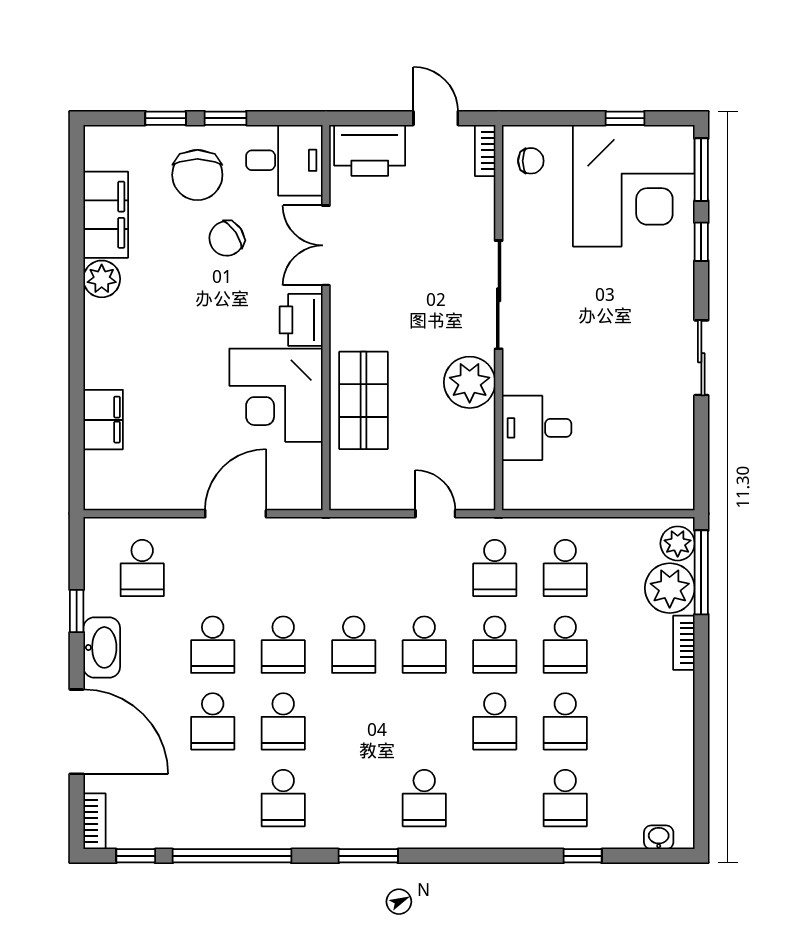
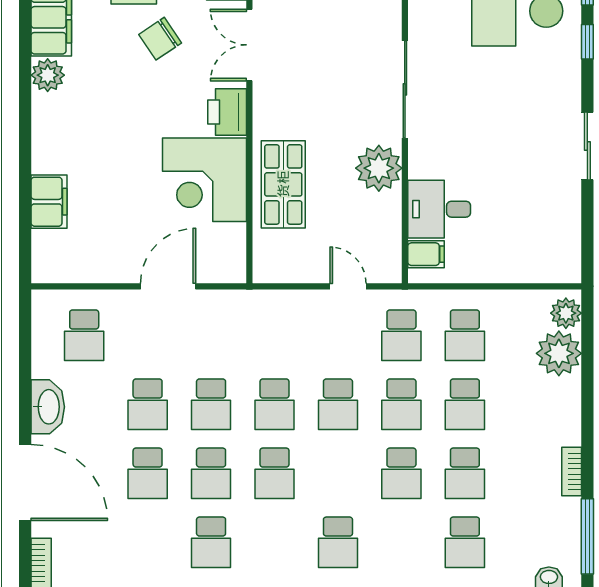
filing cabinet: (522, 478) -> (426, 254), added
window: (701, 572) -> (587, 536), moved
window: (77, 611) -> (25, 374), removed
bookcase: (684, 643) -> (572, 471), moved
school desk: (354, 721) -> (275, 473), added

